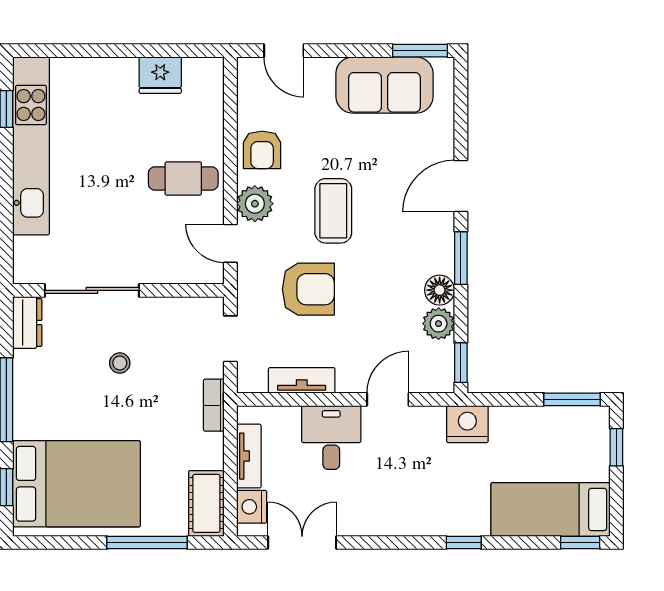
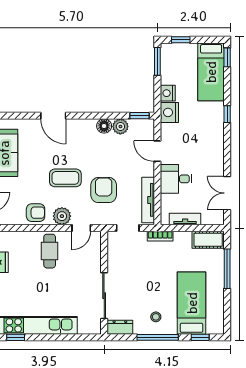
window: (461, 258) -> (88, 116), removed
stool: (120, 363) -> (156, 317), moved
tv unit: (302, 380) -> (148, 200), width x1.41
bed: (76, 484) -> (192, 303), width x0.67
nightstand: (252, 507) -> (168, 93), moved, turned 90

